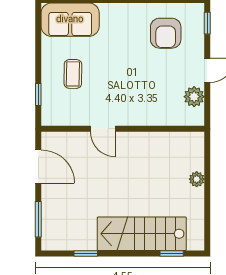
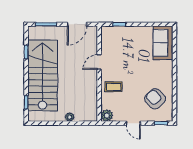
armchair: (166, 33) -> (155, 99), turned 47
coffee table: (73, 74) -> (113, 87), moved
plant: (194, 97) -> (107, 115), moved
stairs: (142, 234) -> (43, 75), width x1.36, depth x1.51

